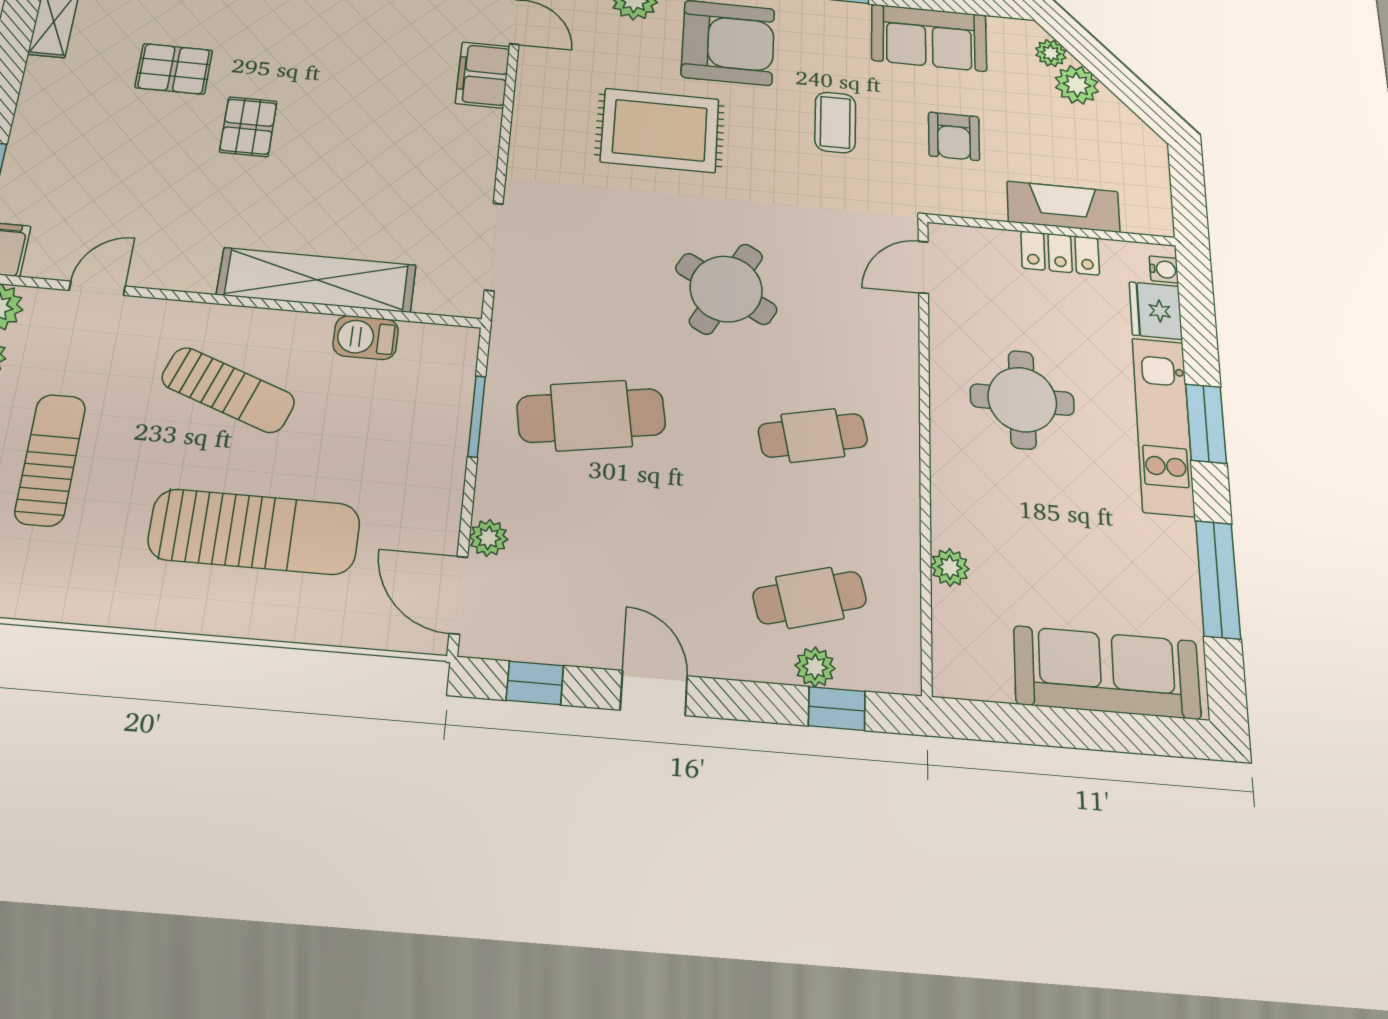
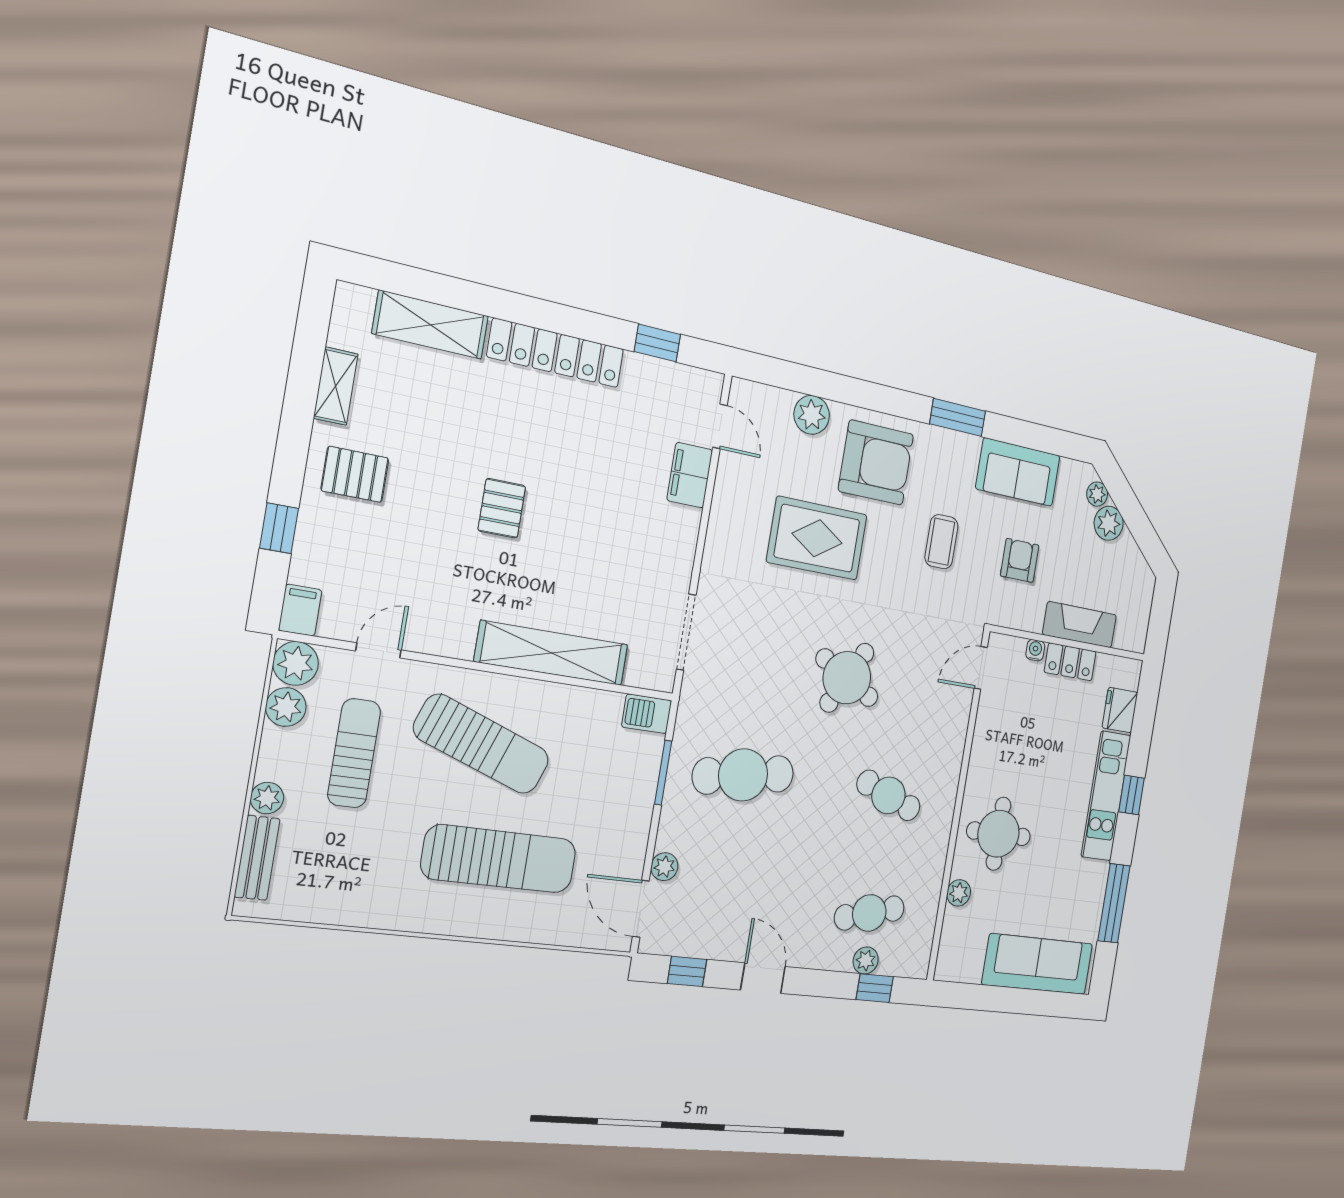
pallet: (174, 69) -> (355, 474), moved
armchair: (954, 136) -> (1020, 560), turned 180
water cooler: (1164, 269) -> (1035, 650), moved, turned -90
barbecue: (366, 337) -> (647, 714), moved
sun lounger: (228, 390) -> (482, 744), width x1.36, depth x1.34
round table: (1022, 400) -> (998, 834), moved
window: (1206, 423) -> (1132, 795), width x0.67
cafe table: (813, 435) -> (888, 795), turned 33
sun lounger: (50, 460) -> (354, 753), moved

